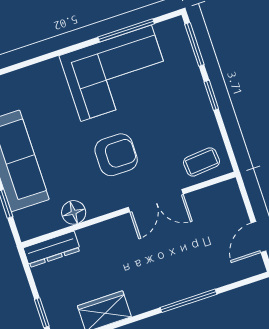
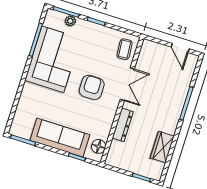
plant: (186, 59) -> (70, 21), added
floor lamp: (74, 212) -> (99, 146), moved
dresser: (52, 249) -> (123, 125), moved

